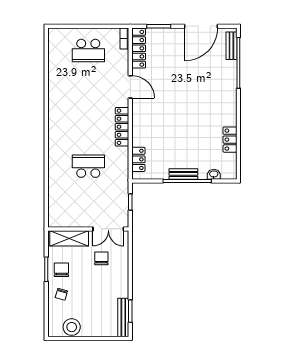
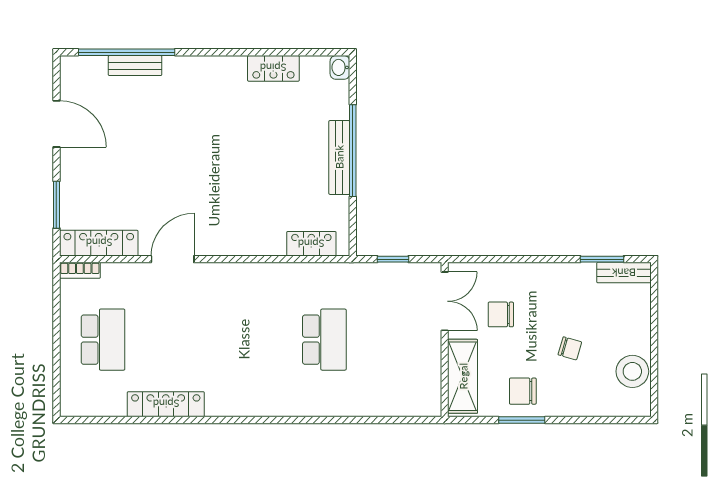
door: (201, 26) -> (56, 124), width x0.73
bench: (231, 46) -> (135, 66), moved
locker: (122, 127) -> (166, 404), moved, turned 180
school desk: (88, 166) -> (324, 340), turned 180
bench: (183, 174) -> (339, 157), width x1.36
washbasin: (214, 174) -> (340, 67), moved
chair: (61, 294) -> (570, 348), moved
bench: (123, 317) -> (624, 273), width x0.73

